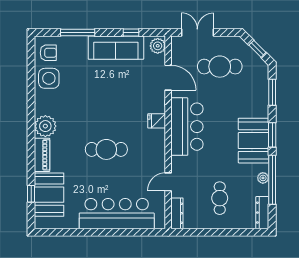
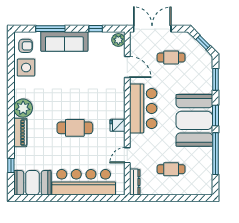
double door: (197, 32) -> (152, 29), width x1.37
sofa: (116, 48) -> (64, 42), moved
cafe table: (220, 67) -> (171, 58), width x0.73, depth x0.74
fridge: (157, 121) -> (117, 125), moved
booth: (254, 141) -> (194, 120), width x1.36, depth x1.42
plant: (263, 178) -> (208, 152), removed
booth: (49, 195) -> (32, 183), moved, turned 90
cafe table: (220, 198) -> (171, 169), turned 90
dresser: (262, 213) -> (207, 182), removed

